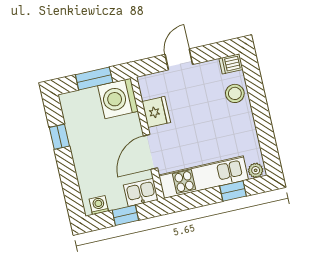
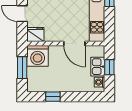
fridge: (156, 112) -> (35, 35), moved
kitchen sink: (141, 192) -> (98, 67), moved

